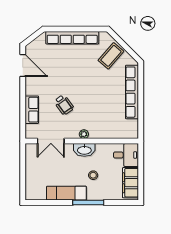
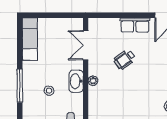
row of seats: (32, 110) -> (135, 25), moved
exam couch: (66, 193) -> (30, 39), moved

